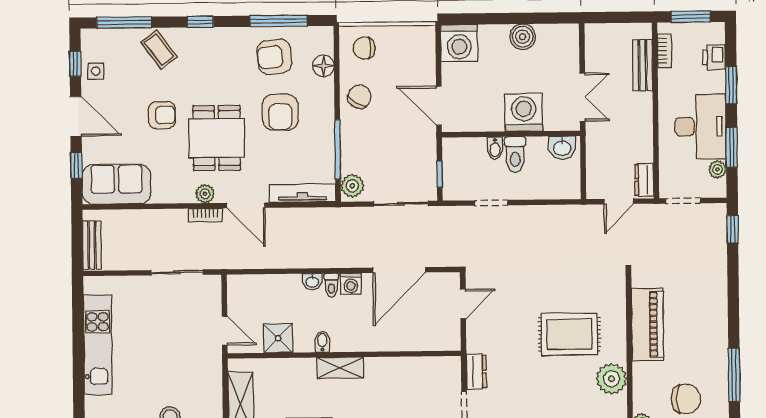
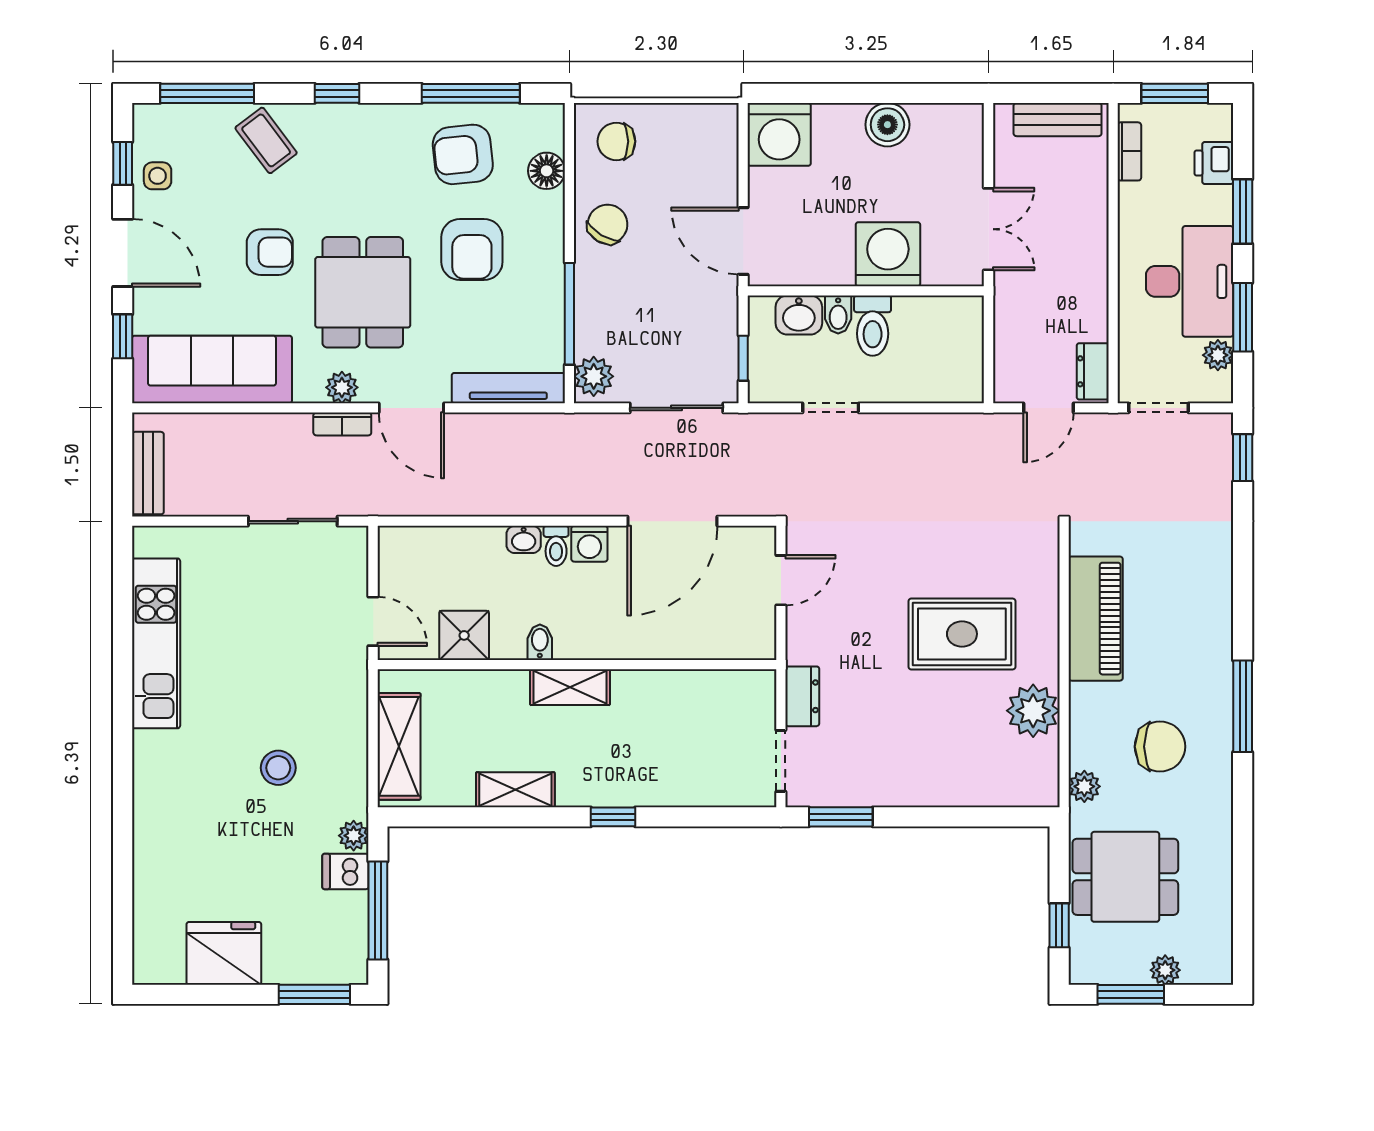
bench: (643, 65) -> (1058, 120), moved, turned 90
washbasin: (562, 148) -> (799, 315), moved
sofa: (116, 184) -> (212, 369), width x1.36

